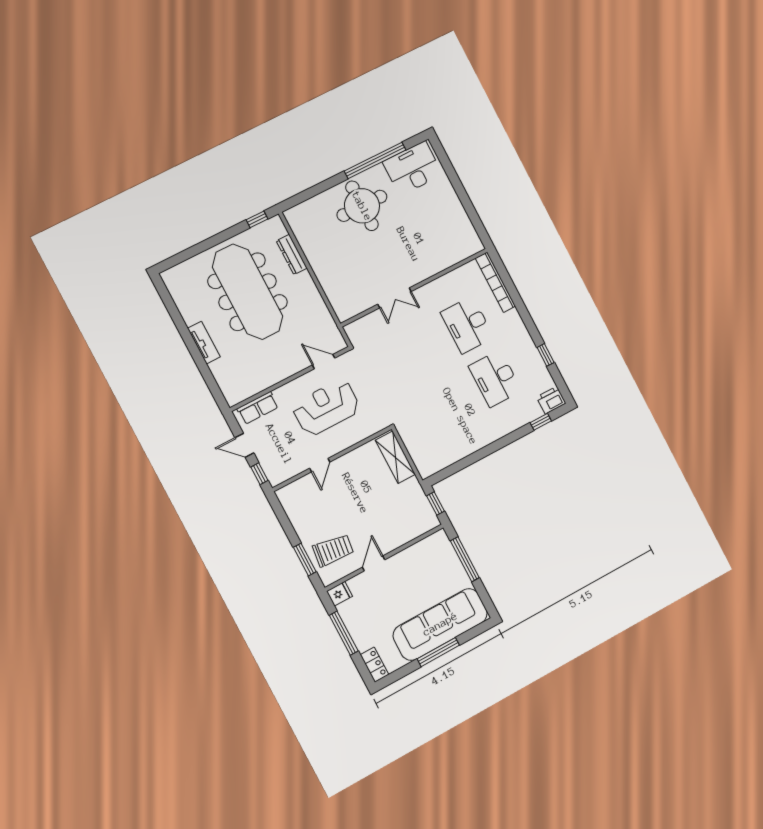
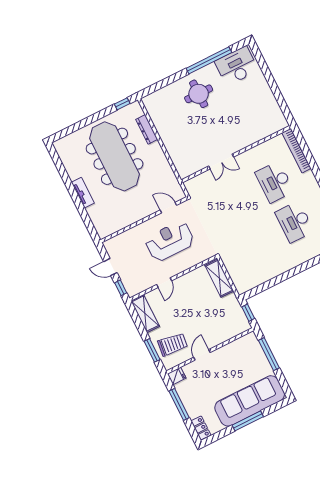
round table: (362, 206) -> (199, 94), width x0.73, depth x0.73
row of seats: (258, 408) -> (120, 240), removed
shelving: (294, 509) -> (145, 314), added

